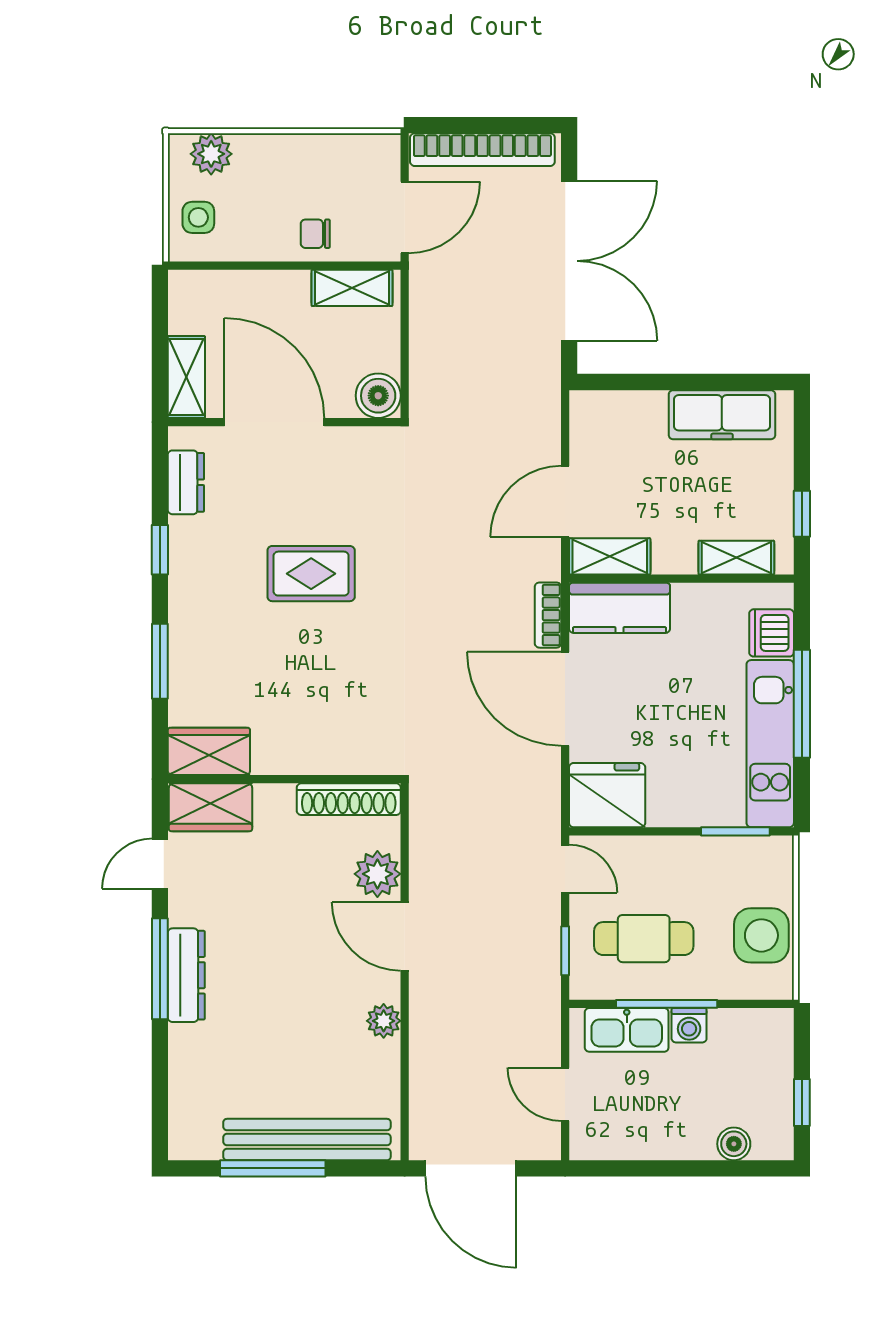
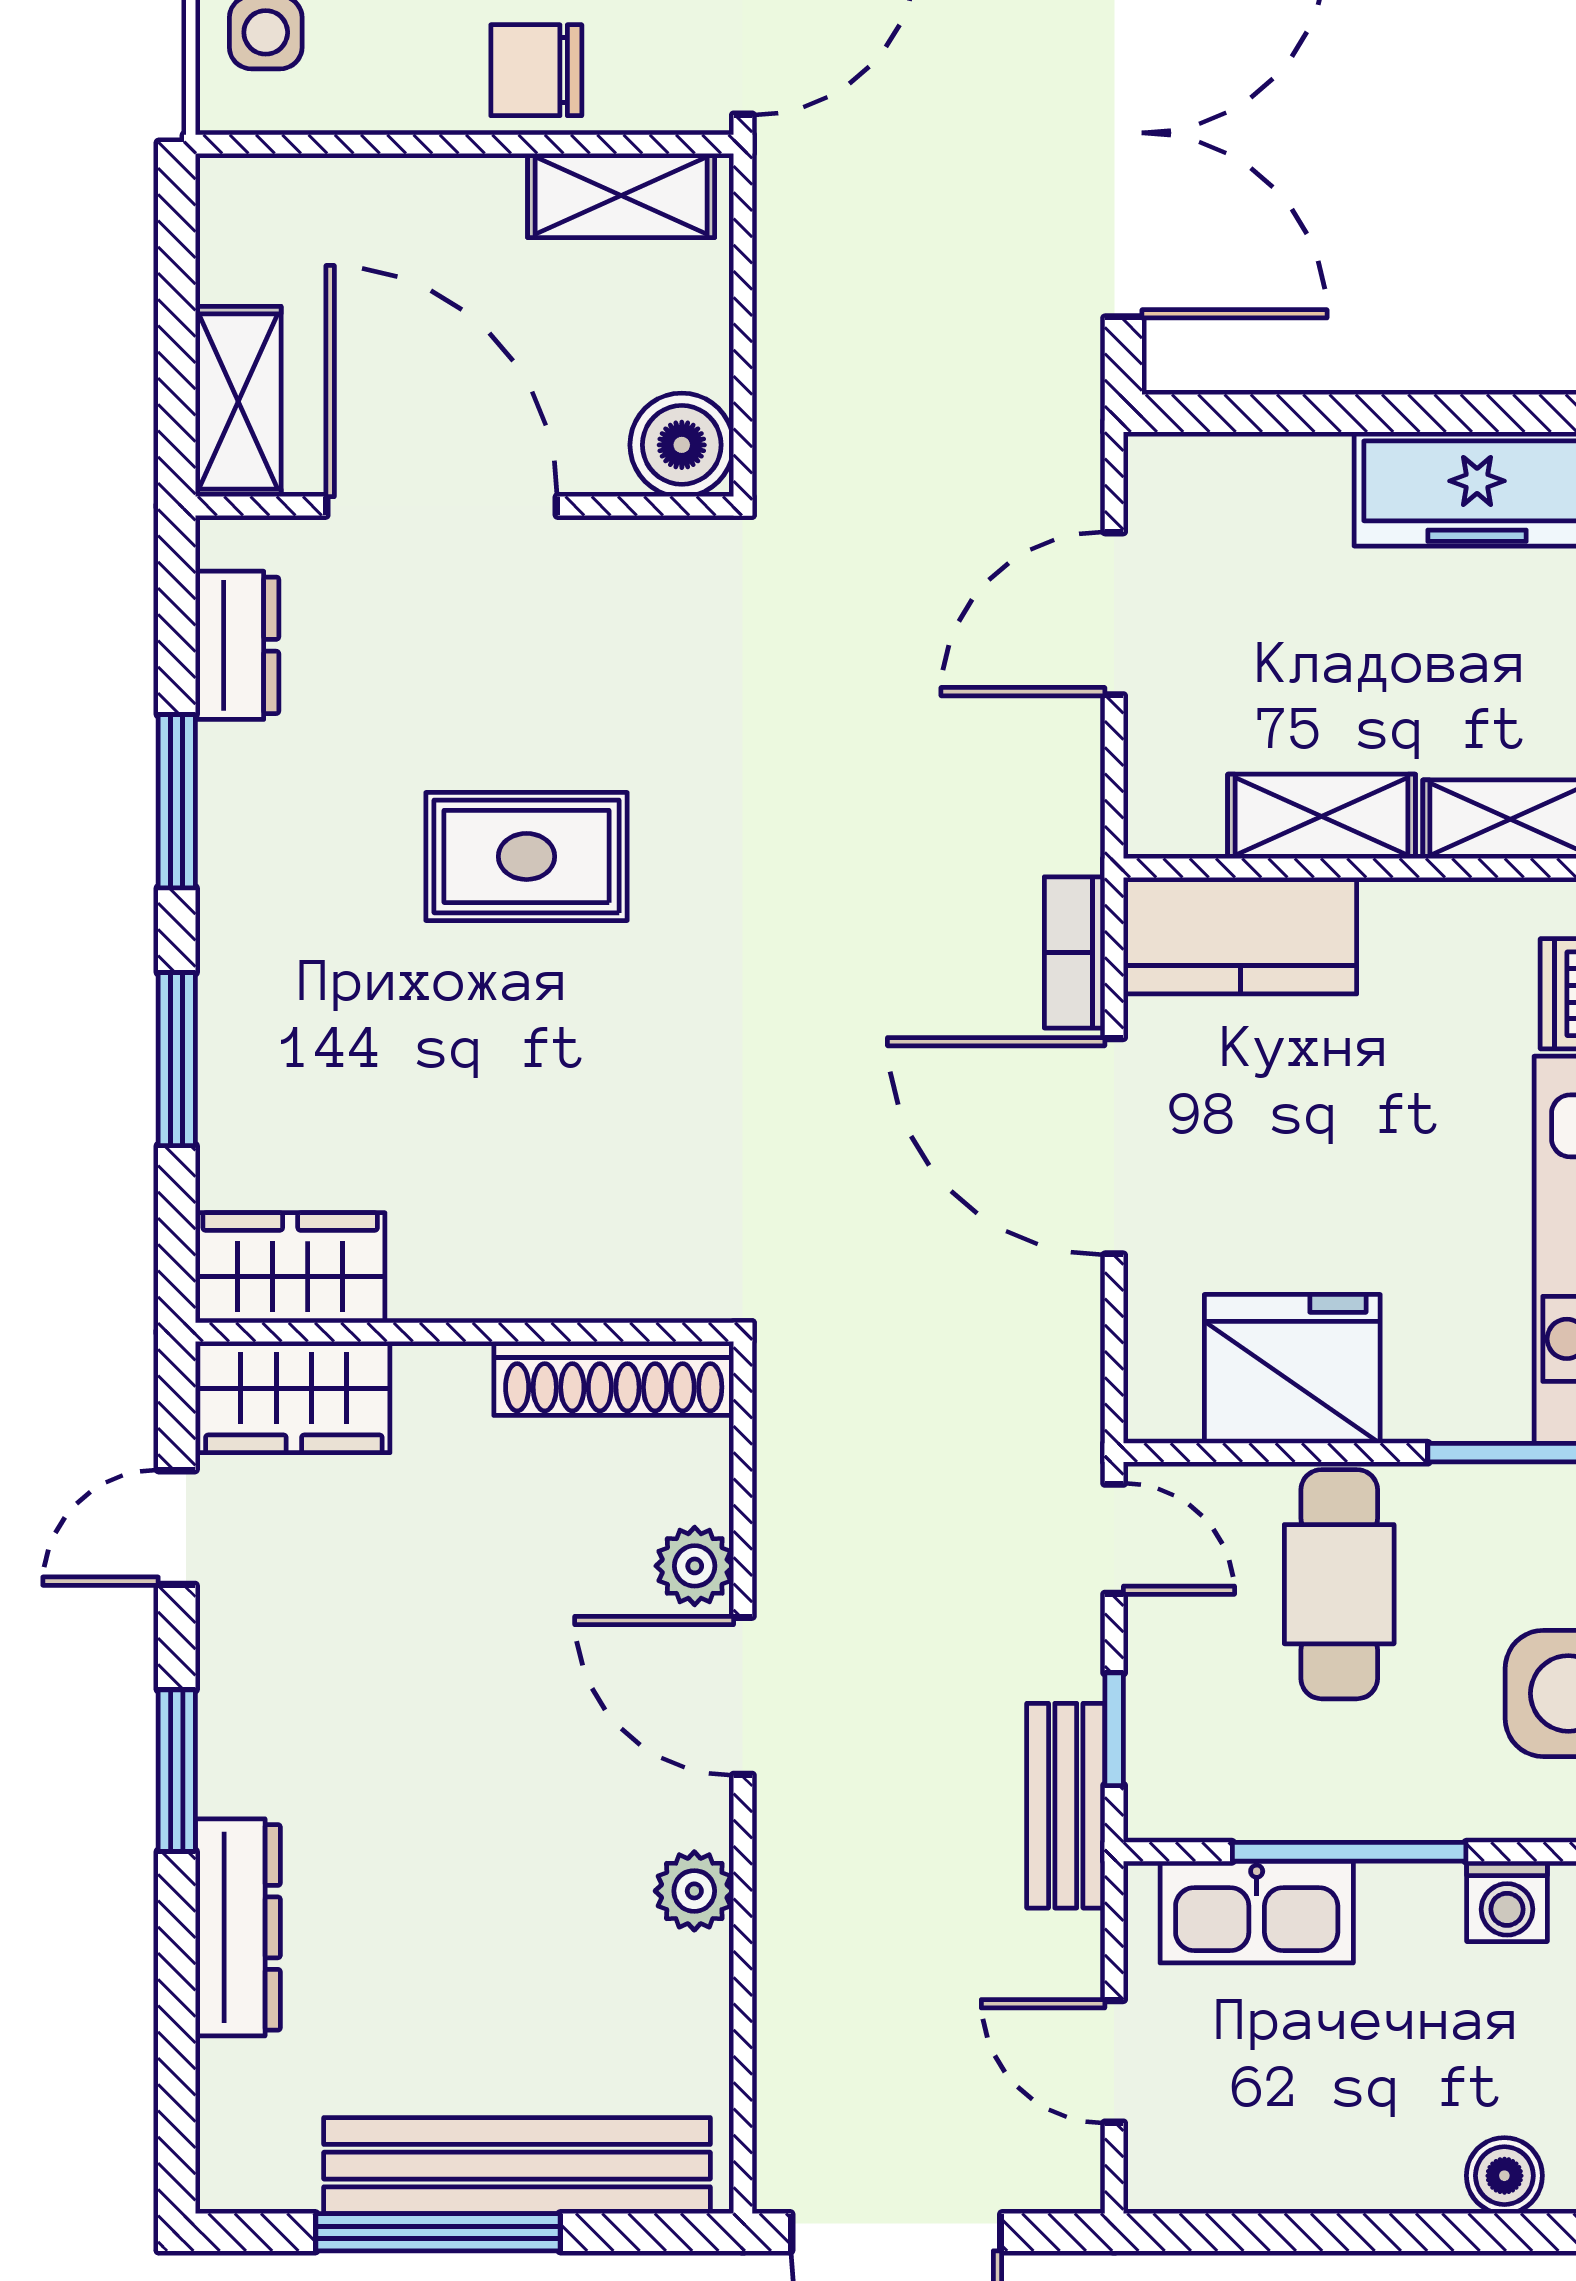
chair: (315, 234) -> (536, 70), width x1.37, depth x1.37
door: (565, 501) -> (1114, 614), moved
window: (160, 550) -> (177, 801), width x1.50
shelving: (610, 556) -> (1322, 816), moved
fridge: (607, 795) -> (1292, 1369), moved
plant: (377, 874) -> (695, 1566), width x0.73, depth x0.73
cafe table: (644, 939) -> (1339, 1584), moved, turned 90
window: (160, 969) -> (177, 1771), width x0.69
dresser: (186, 975) -> (238, 1927), moved
bench: (544, 984) -> (1066, 1806), added
washing machine: (689, 1025) -> (1507, 1901), moved

